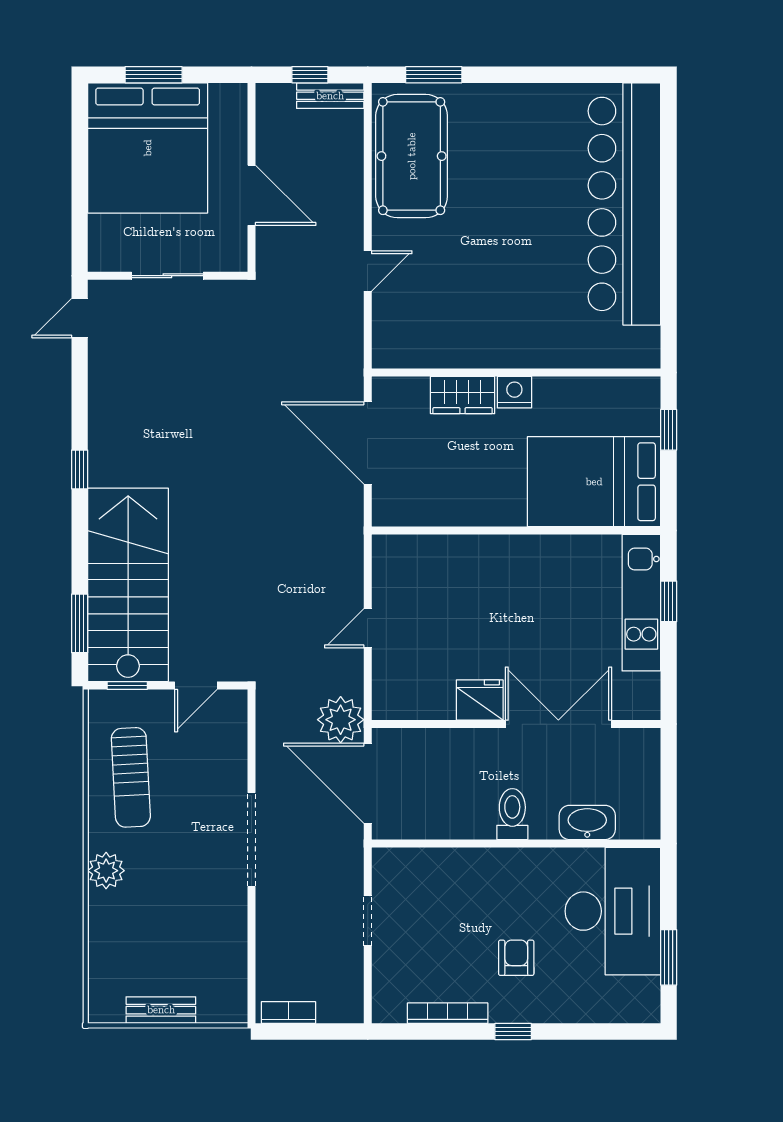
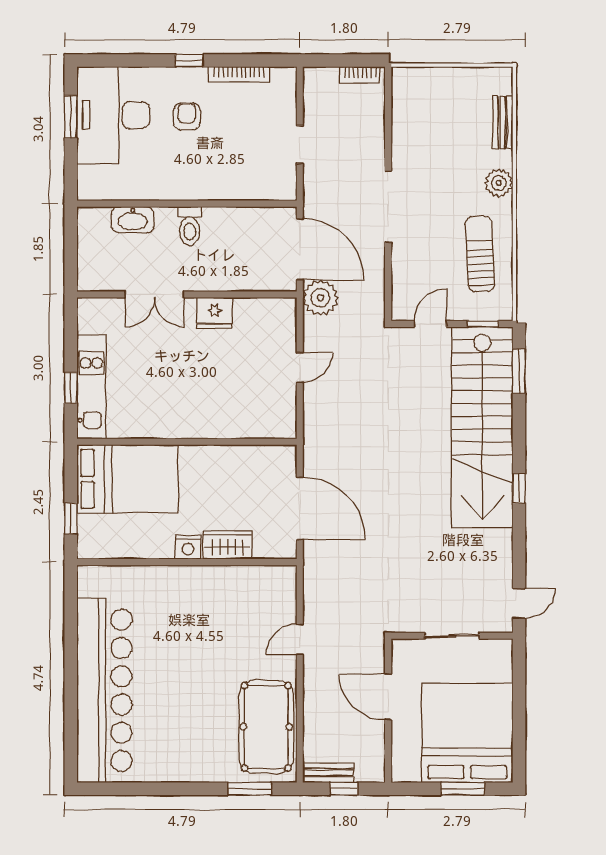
stairs: (128, 585) -> (482, 427), width x1.36
double door: (558, 724) -> (155, 294), width x0.73
desk: (613, 911) -> (113, 115), moved
armchair: (516, 958) -> (187, 117), turned 180
bench: (161, 1010) -> (503, 122), moved, turned 90

